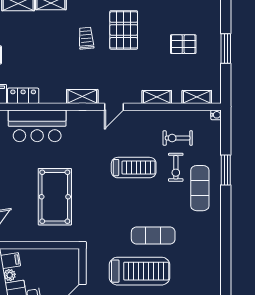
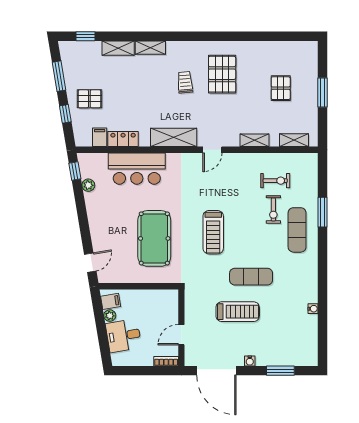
pallet: (183, 44) -> (281, 88), turned 90
shelving: (82, 97) -> (174, 137), width x1.50, depth x1.33
water cooler: (216, 115) -> (313, 309), moved
exercise bike: (178, 138) -> (275, 181), turned 180
treadmill: (134, 168) -> (213, 232), moved, turned 90
treadmill: (140, 271) -> (238, 312), width x0.73, depth x0.73

